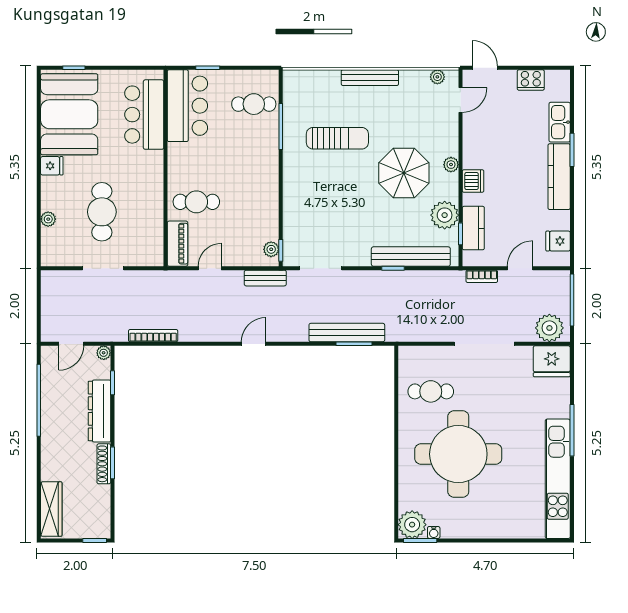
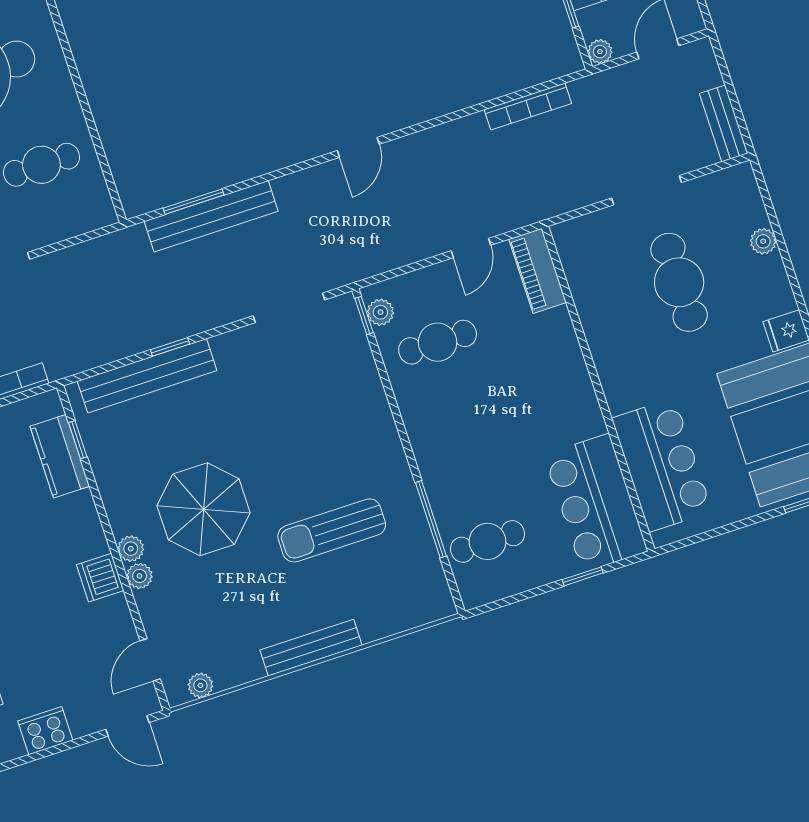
dishwasher: (473, 181) -> (100, 578), moved
cafe table: (196, 202) -> (438, 342), moved
plant: (445, 215) -> (140, 576), moved, width x0.53, depth x0.53
bench: (265, 278) -> (724, 123), moved, turned 90

